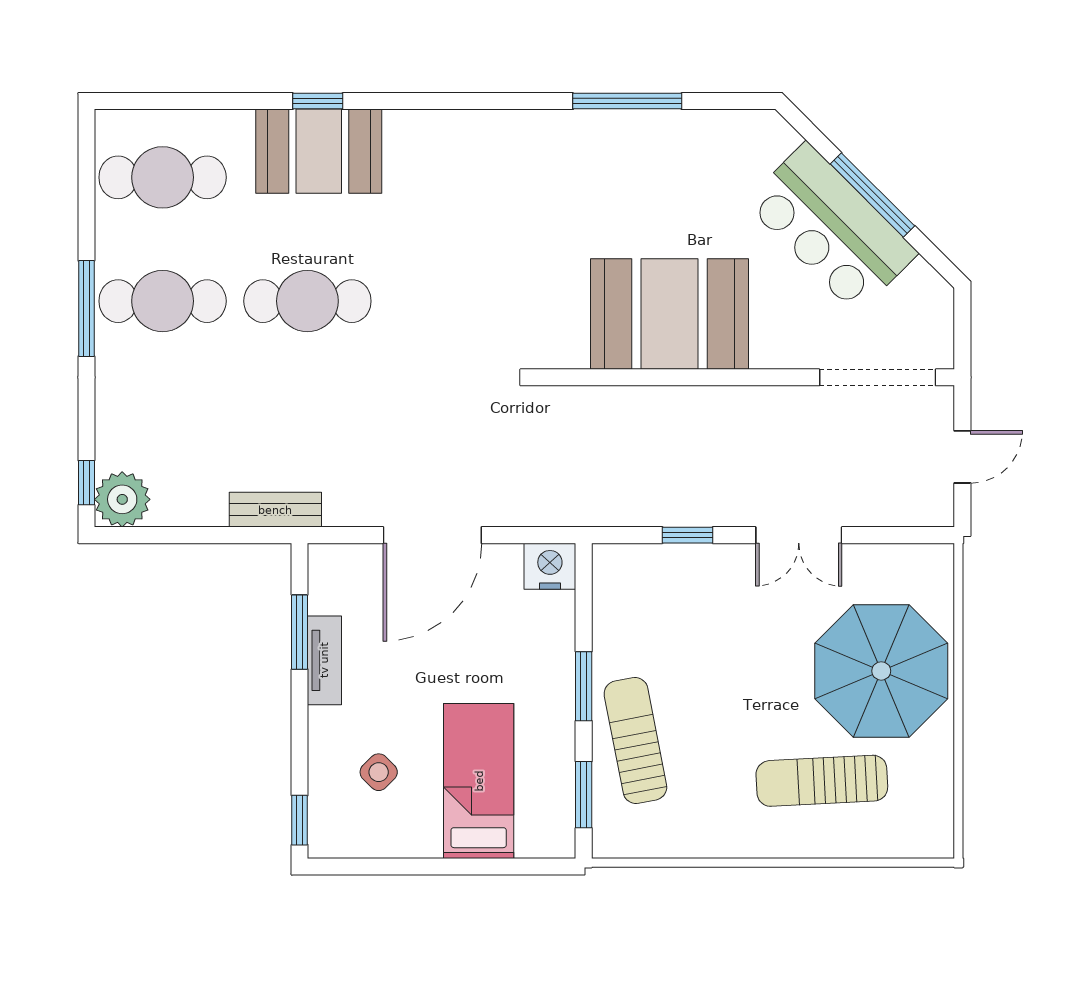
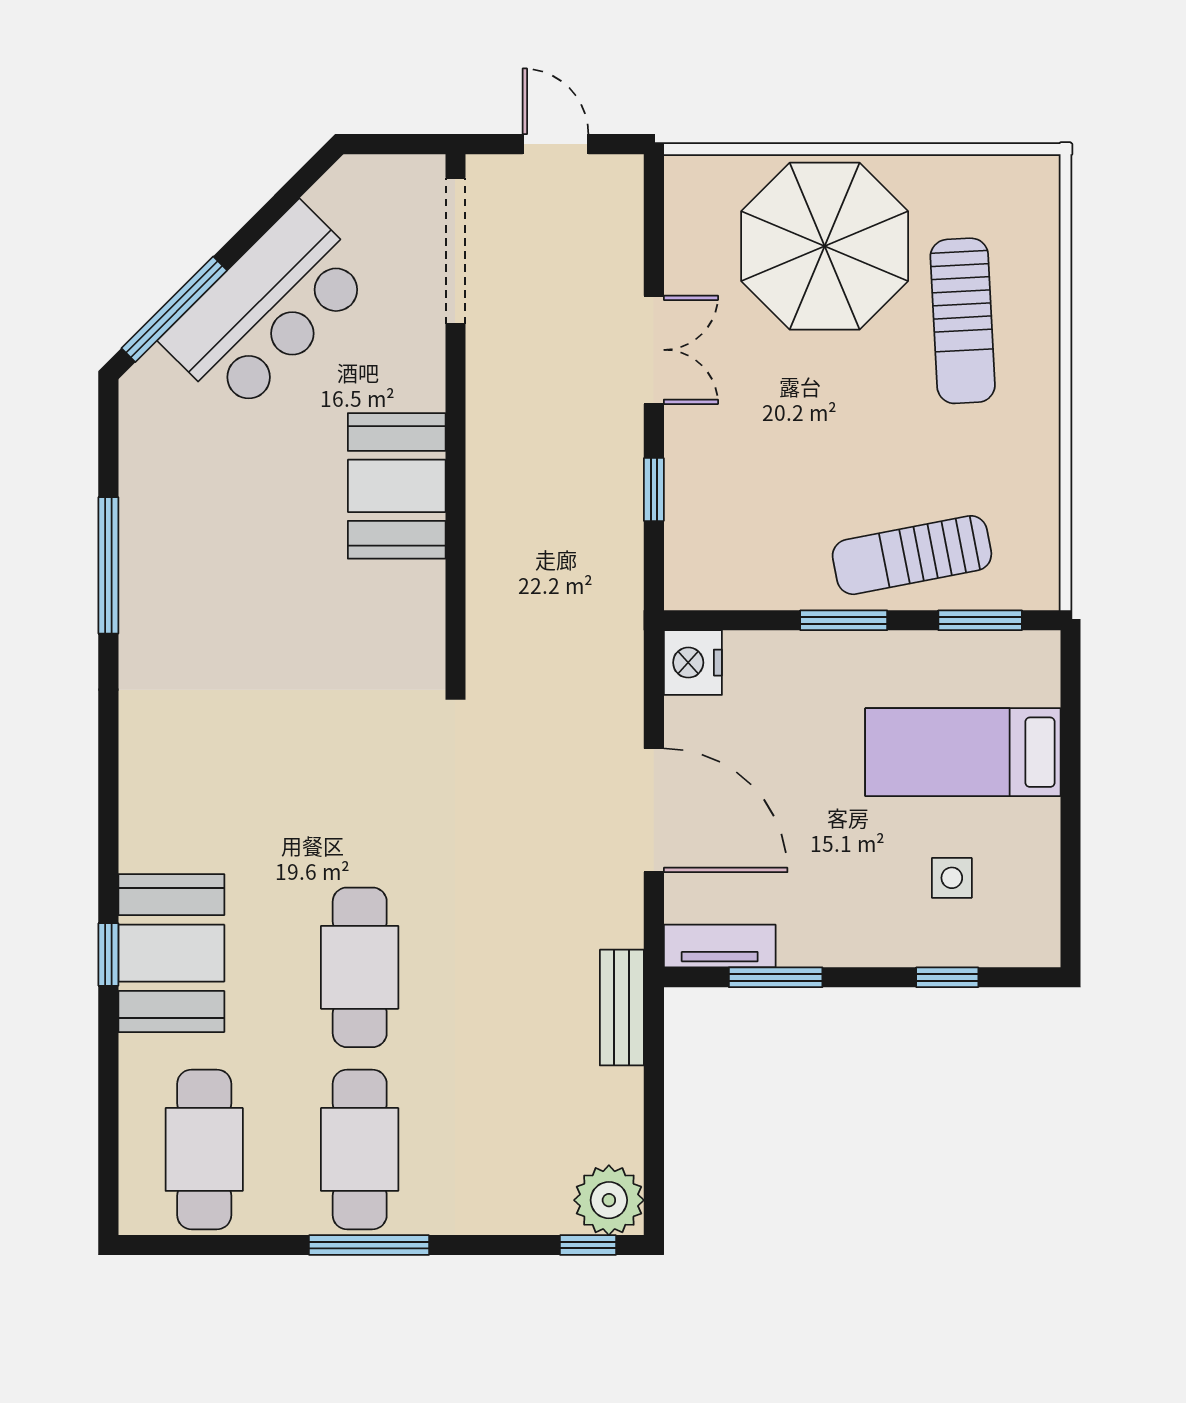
window: (872, 195) -> (174, 309), moved
booth: (670, 314) -> (397, 486), width x0.73, depth x0.70
tv unit: (324, 660) -> (720, 946), moved
side table: (379, 772) -> (952, 878), turned 45
window: (300, 820) -> (947, 977), moved

